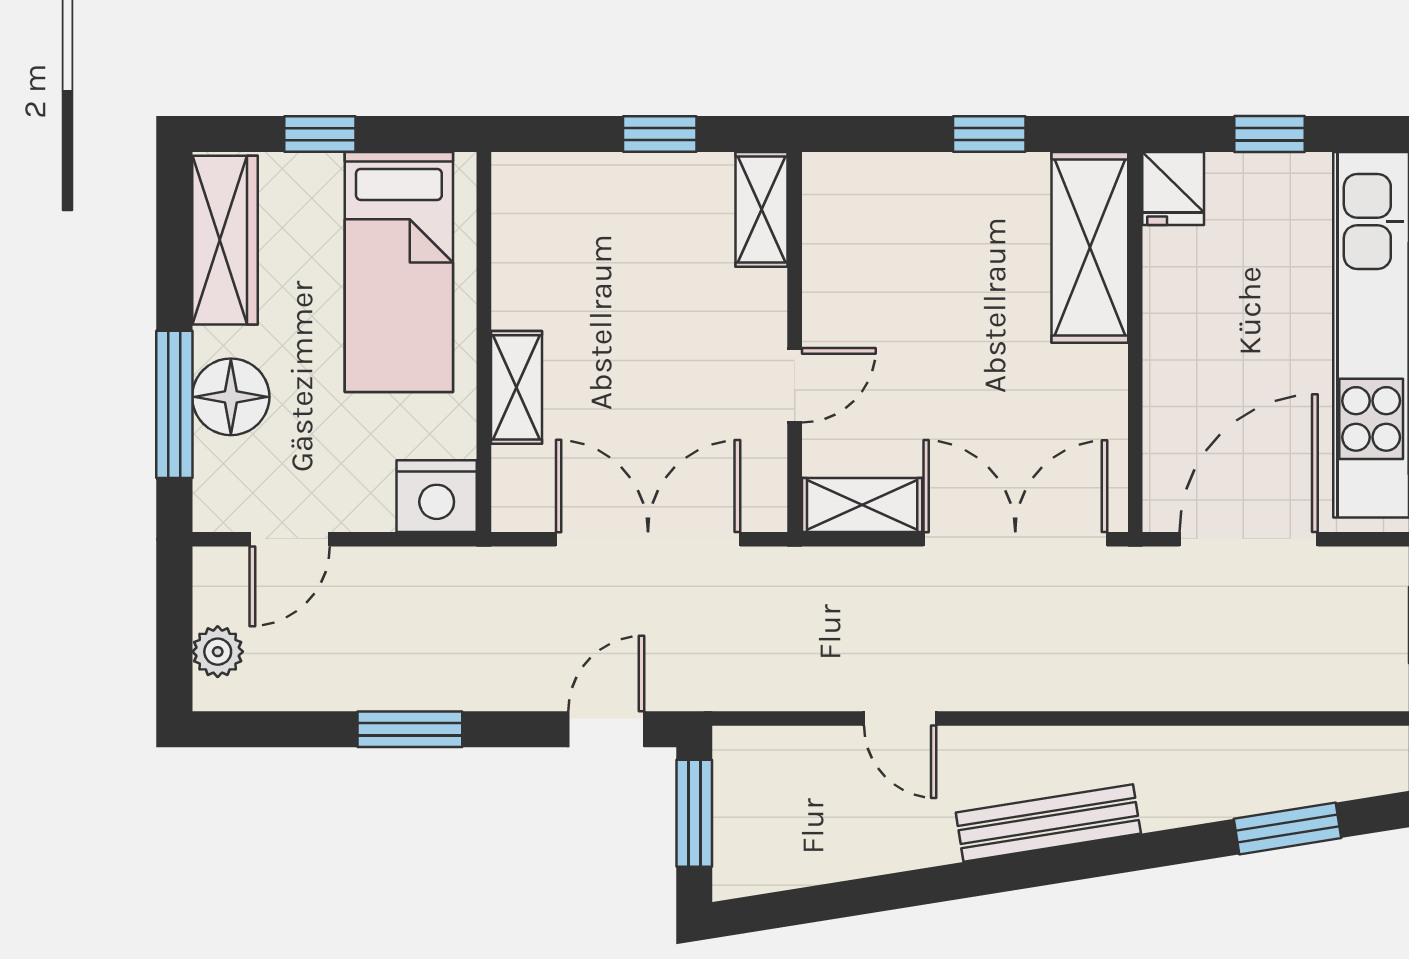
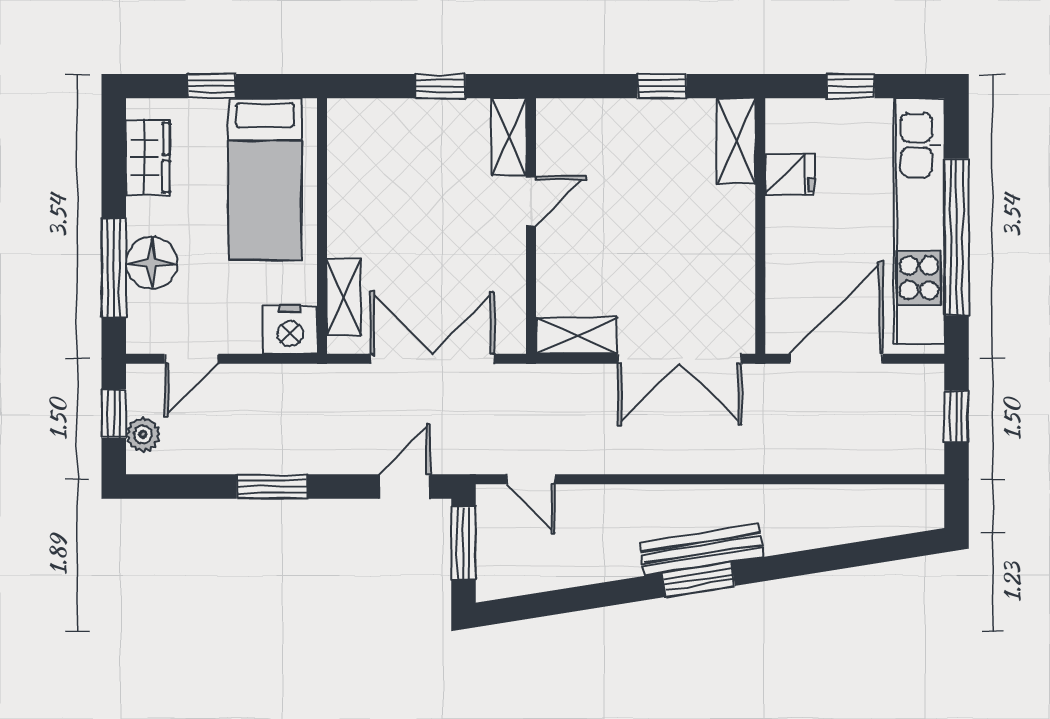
fridge: (1173, 189) -> (790, 174), moved, turned -90
wardrobe: (225, 240) -> (148, 158), width x0.67
shelving: (1090, 247) -> (736, 141), width x0.67, depth x0.75
door: (795, 385) -> (531, 201), moved
shelving: (516, 387) -> (344, 297), moved
double door: (1015, 539) -> (680, 359), swing flipped
window: (174, 621) -> (114, 413), added
door: (900, 718) -> (531, 479), moved
window: (1288, 828) -> (698, 580), moved

